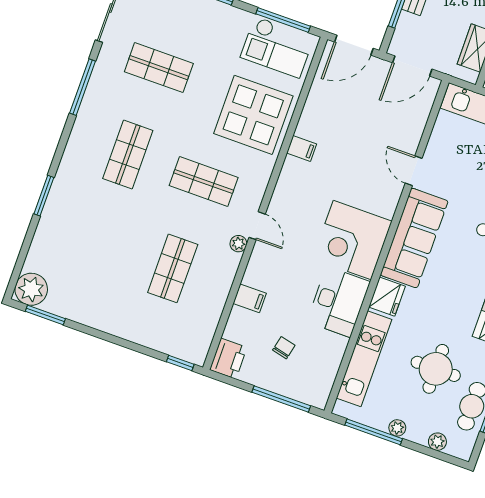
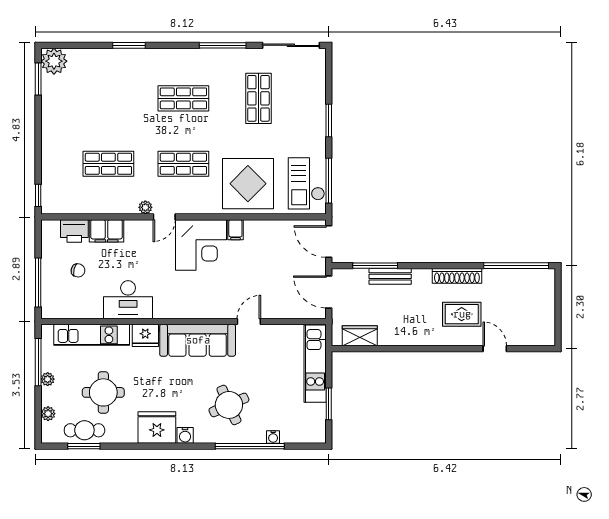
shop shelf: (204, 182) -> (183, 164), turned 90
corner desk: (352, 240) -> (201, 245), moved, turned 180
filing cabinet: (250, 298) -> (107, 231), width x2.00
printer: (228, 359) -> (74, 231), moved

